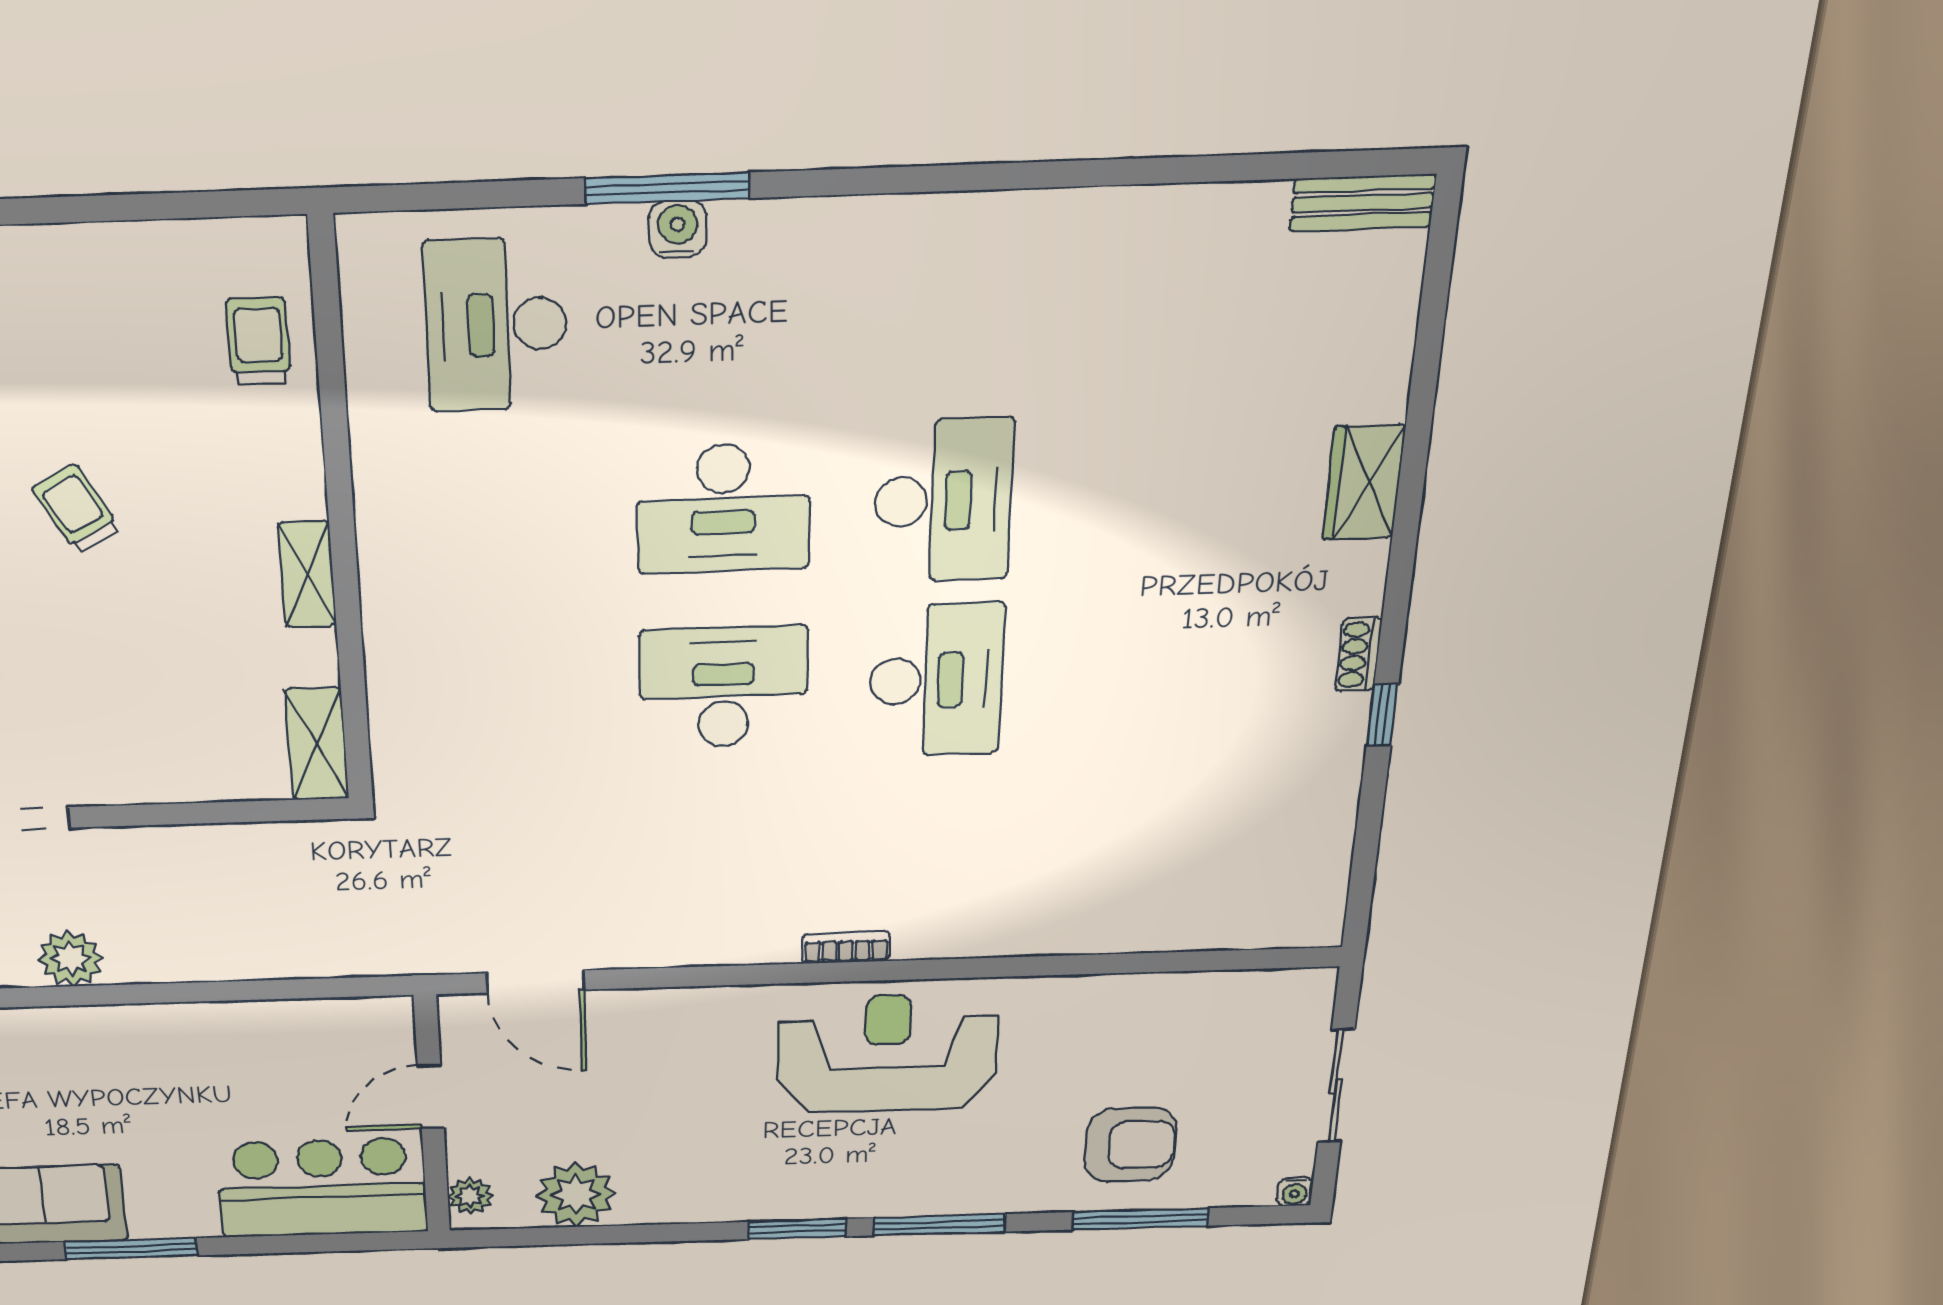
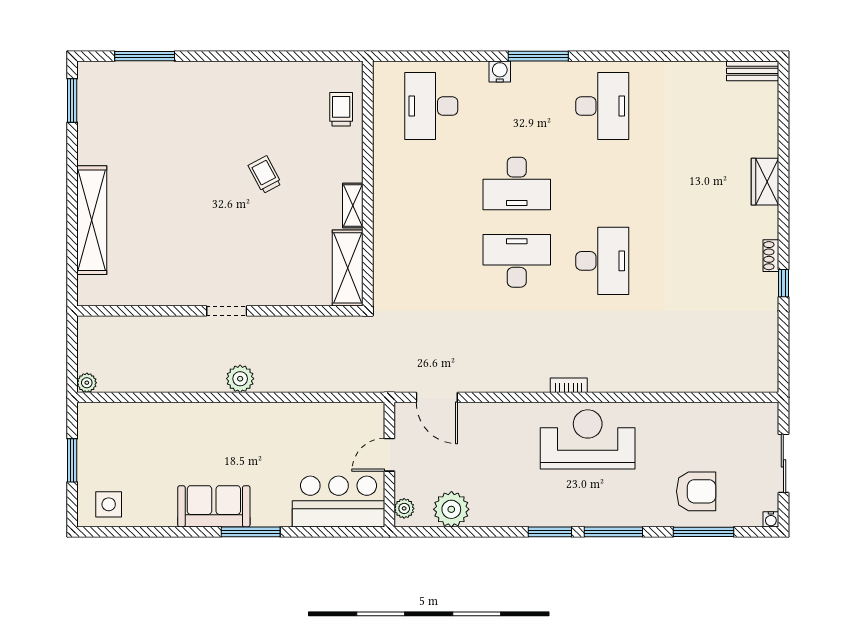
window: (668, 188) -> (538, 56), moved
desk: (943, 501) -> (602, 106), moved
shelving: (317, 744) -> (348, 268), width x1.50, depth x1.33

